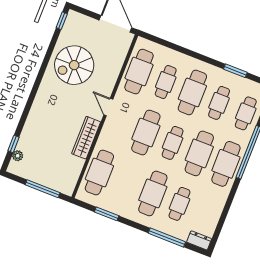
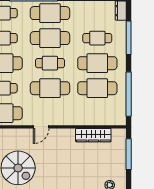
wardrobe: (86, 138) -> (93, 135), moved
cafe table: (99, 173) -> (97, 88), moved
window: (107, 214) -> (129, 94), width x2.11

